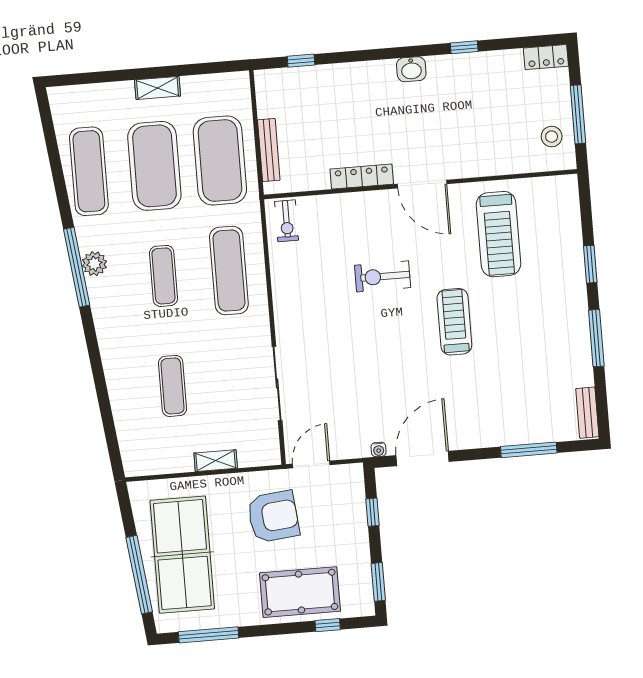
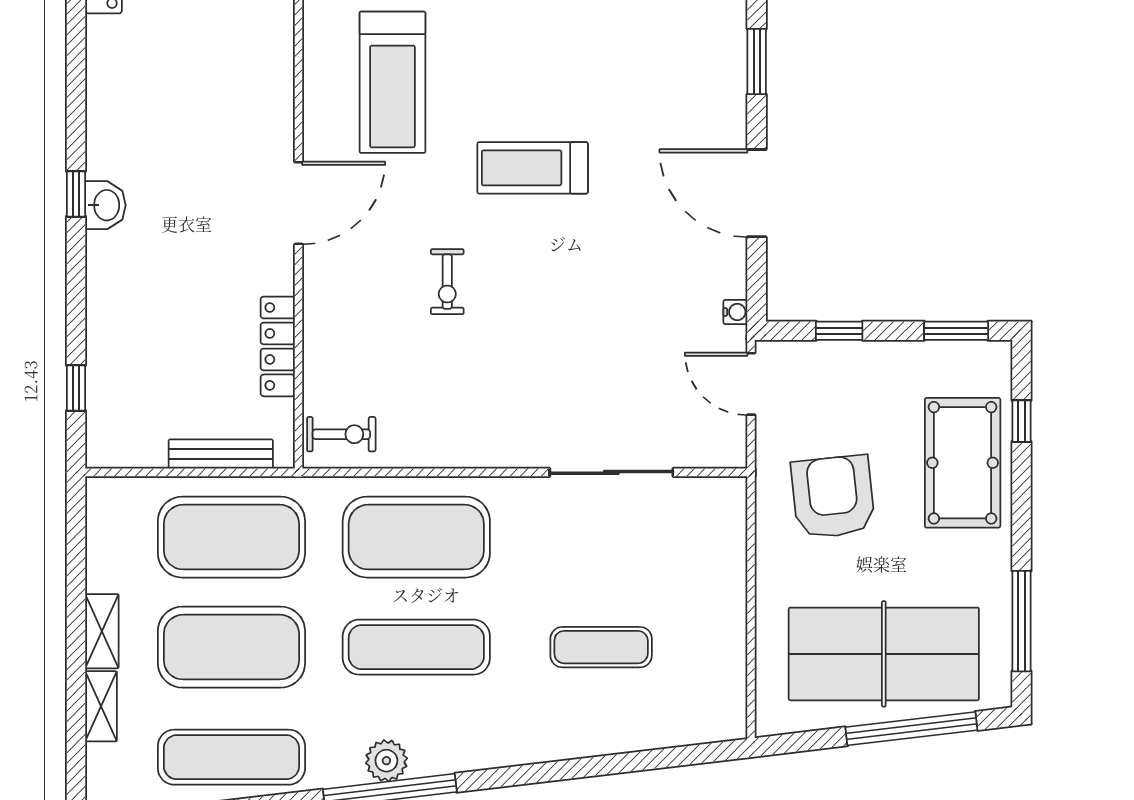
window: (464, 47) -> (76, 194), moved
locker: (362, 177) -> (278, 346), moved
treadmill: (499, 234) -> (392, 82), turned 90
exercise mat: (229, 271) -> (416, 537), width x1.47
exercise mat: (163, 276) -> (416, 647), width x1.36, depth x1.45
exercise bike: (383, 276) -> (447, 282), width x0.73, depth x0.72
window: (529, 450) -> (757, 61), width x0.69
door: (423, 459) -> (757, 193), moved
shelving: (216, 461) -> (101, 706), moved
door: (311, 464) -> (751, 384), moved

